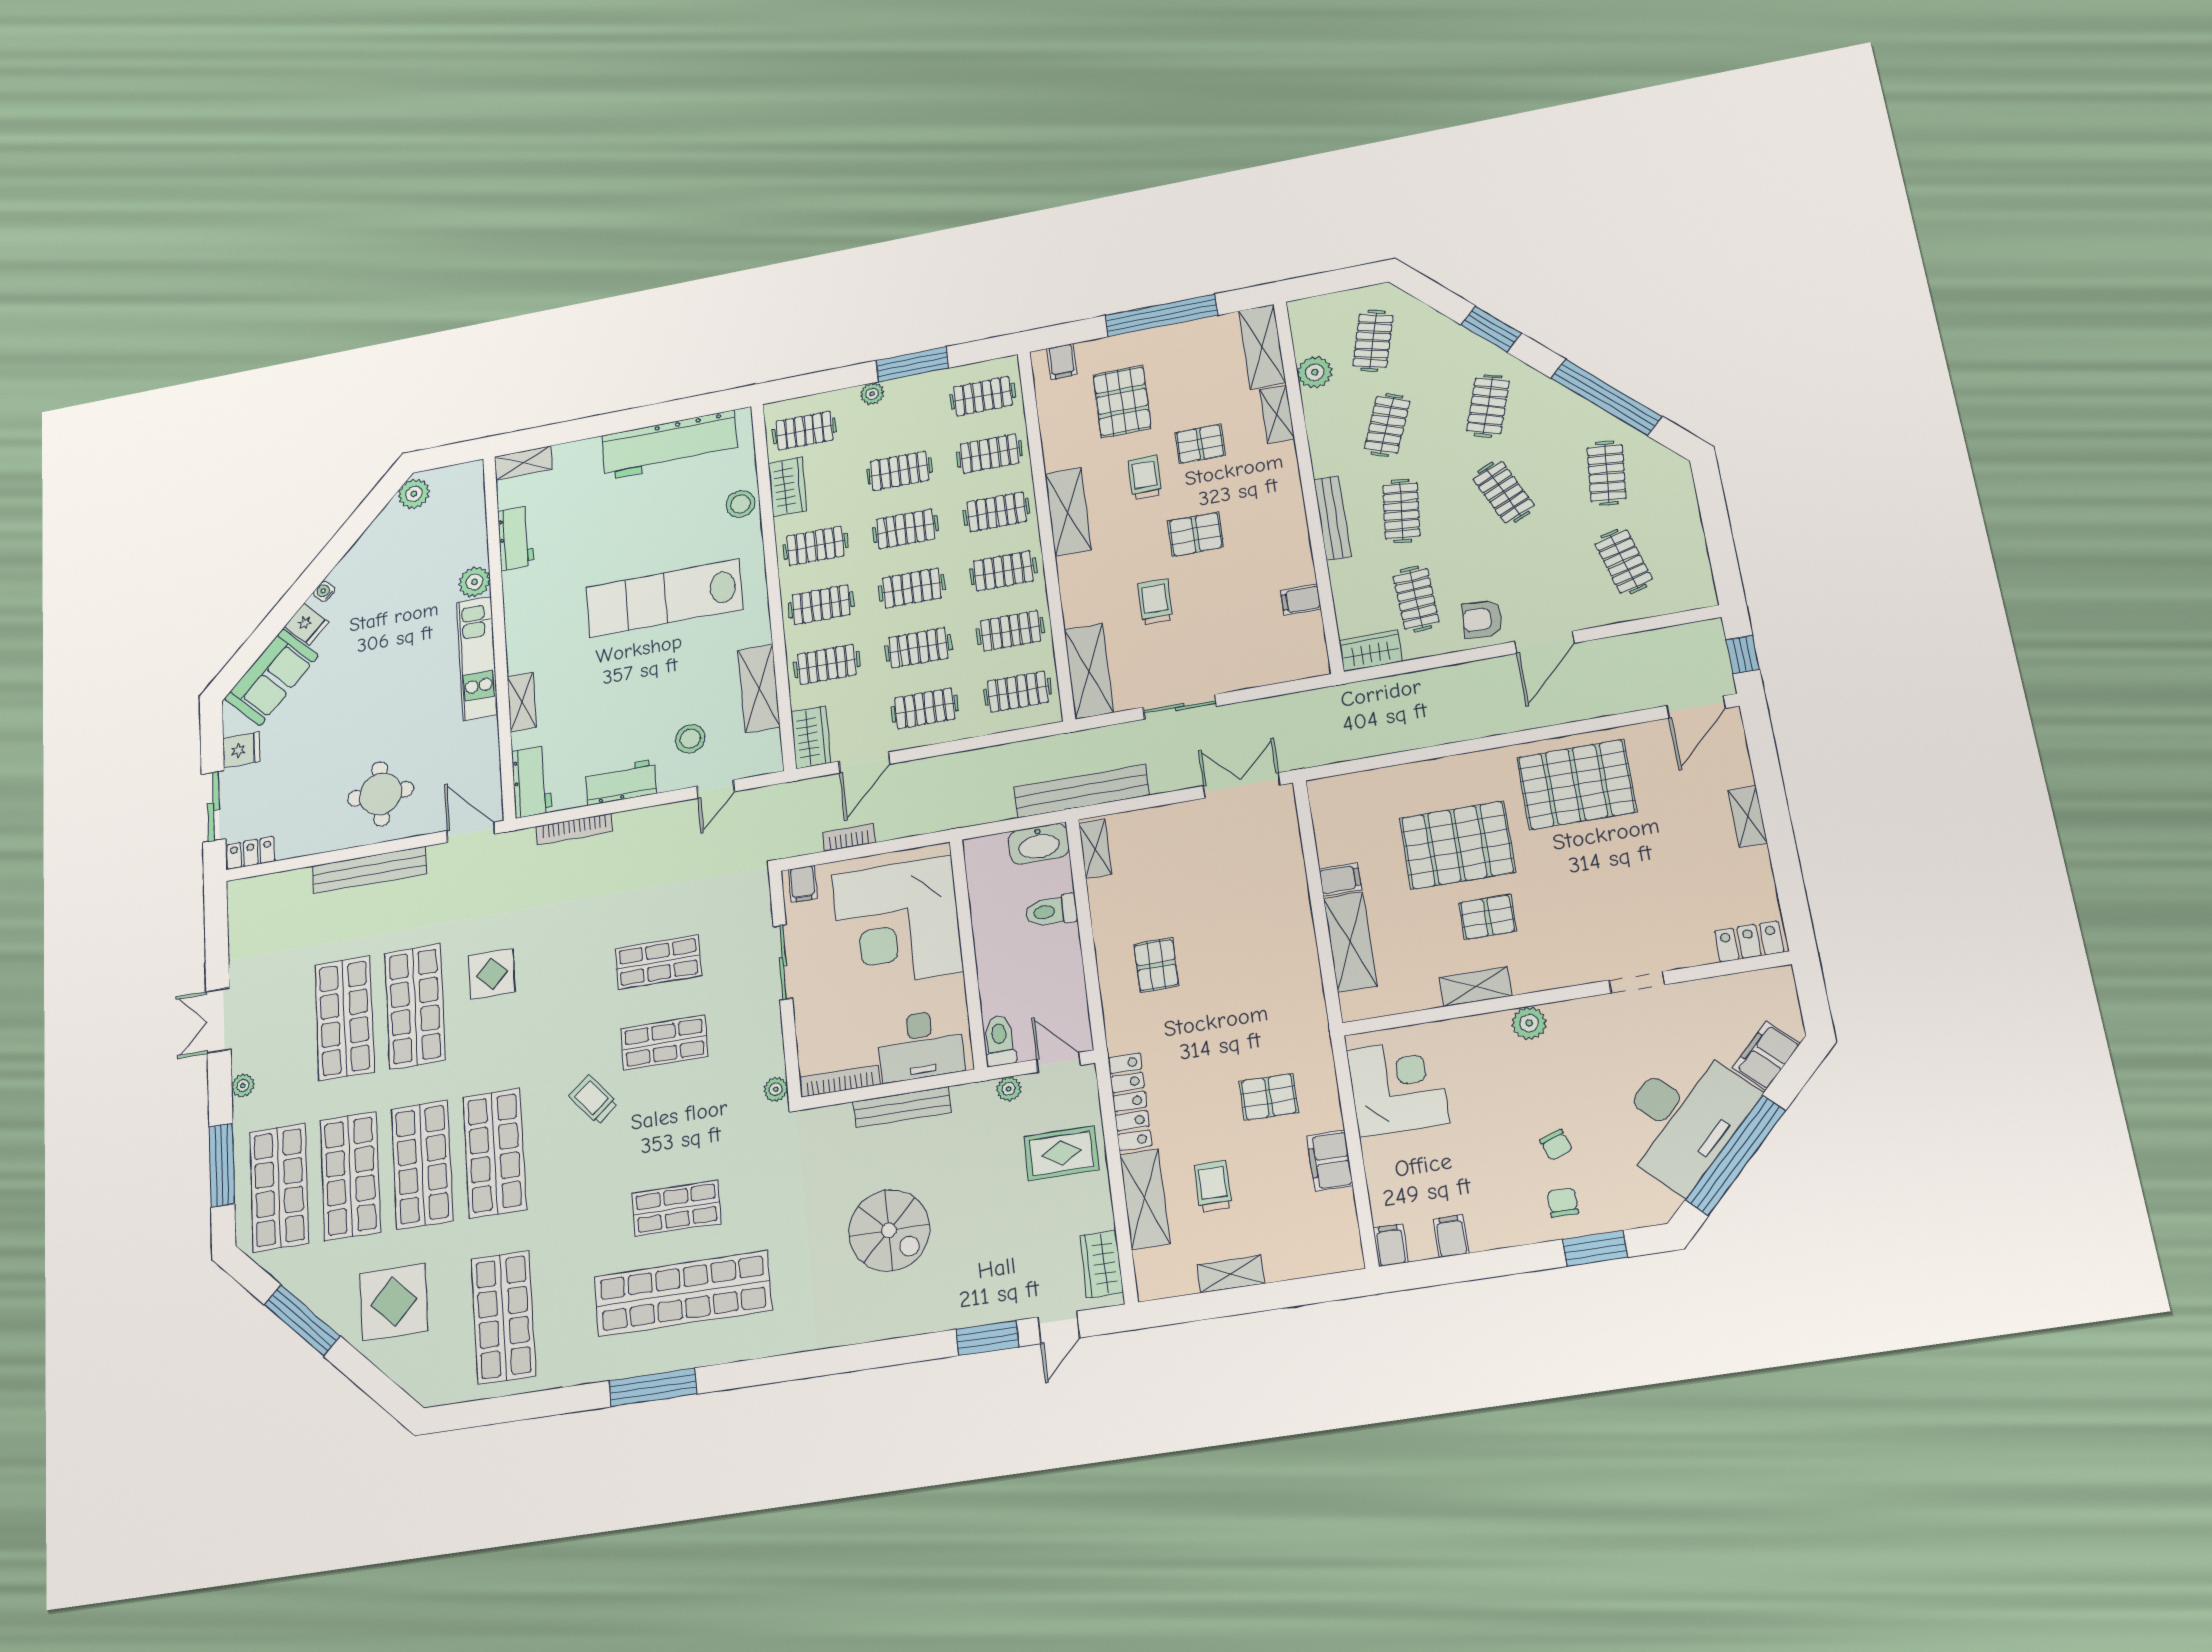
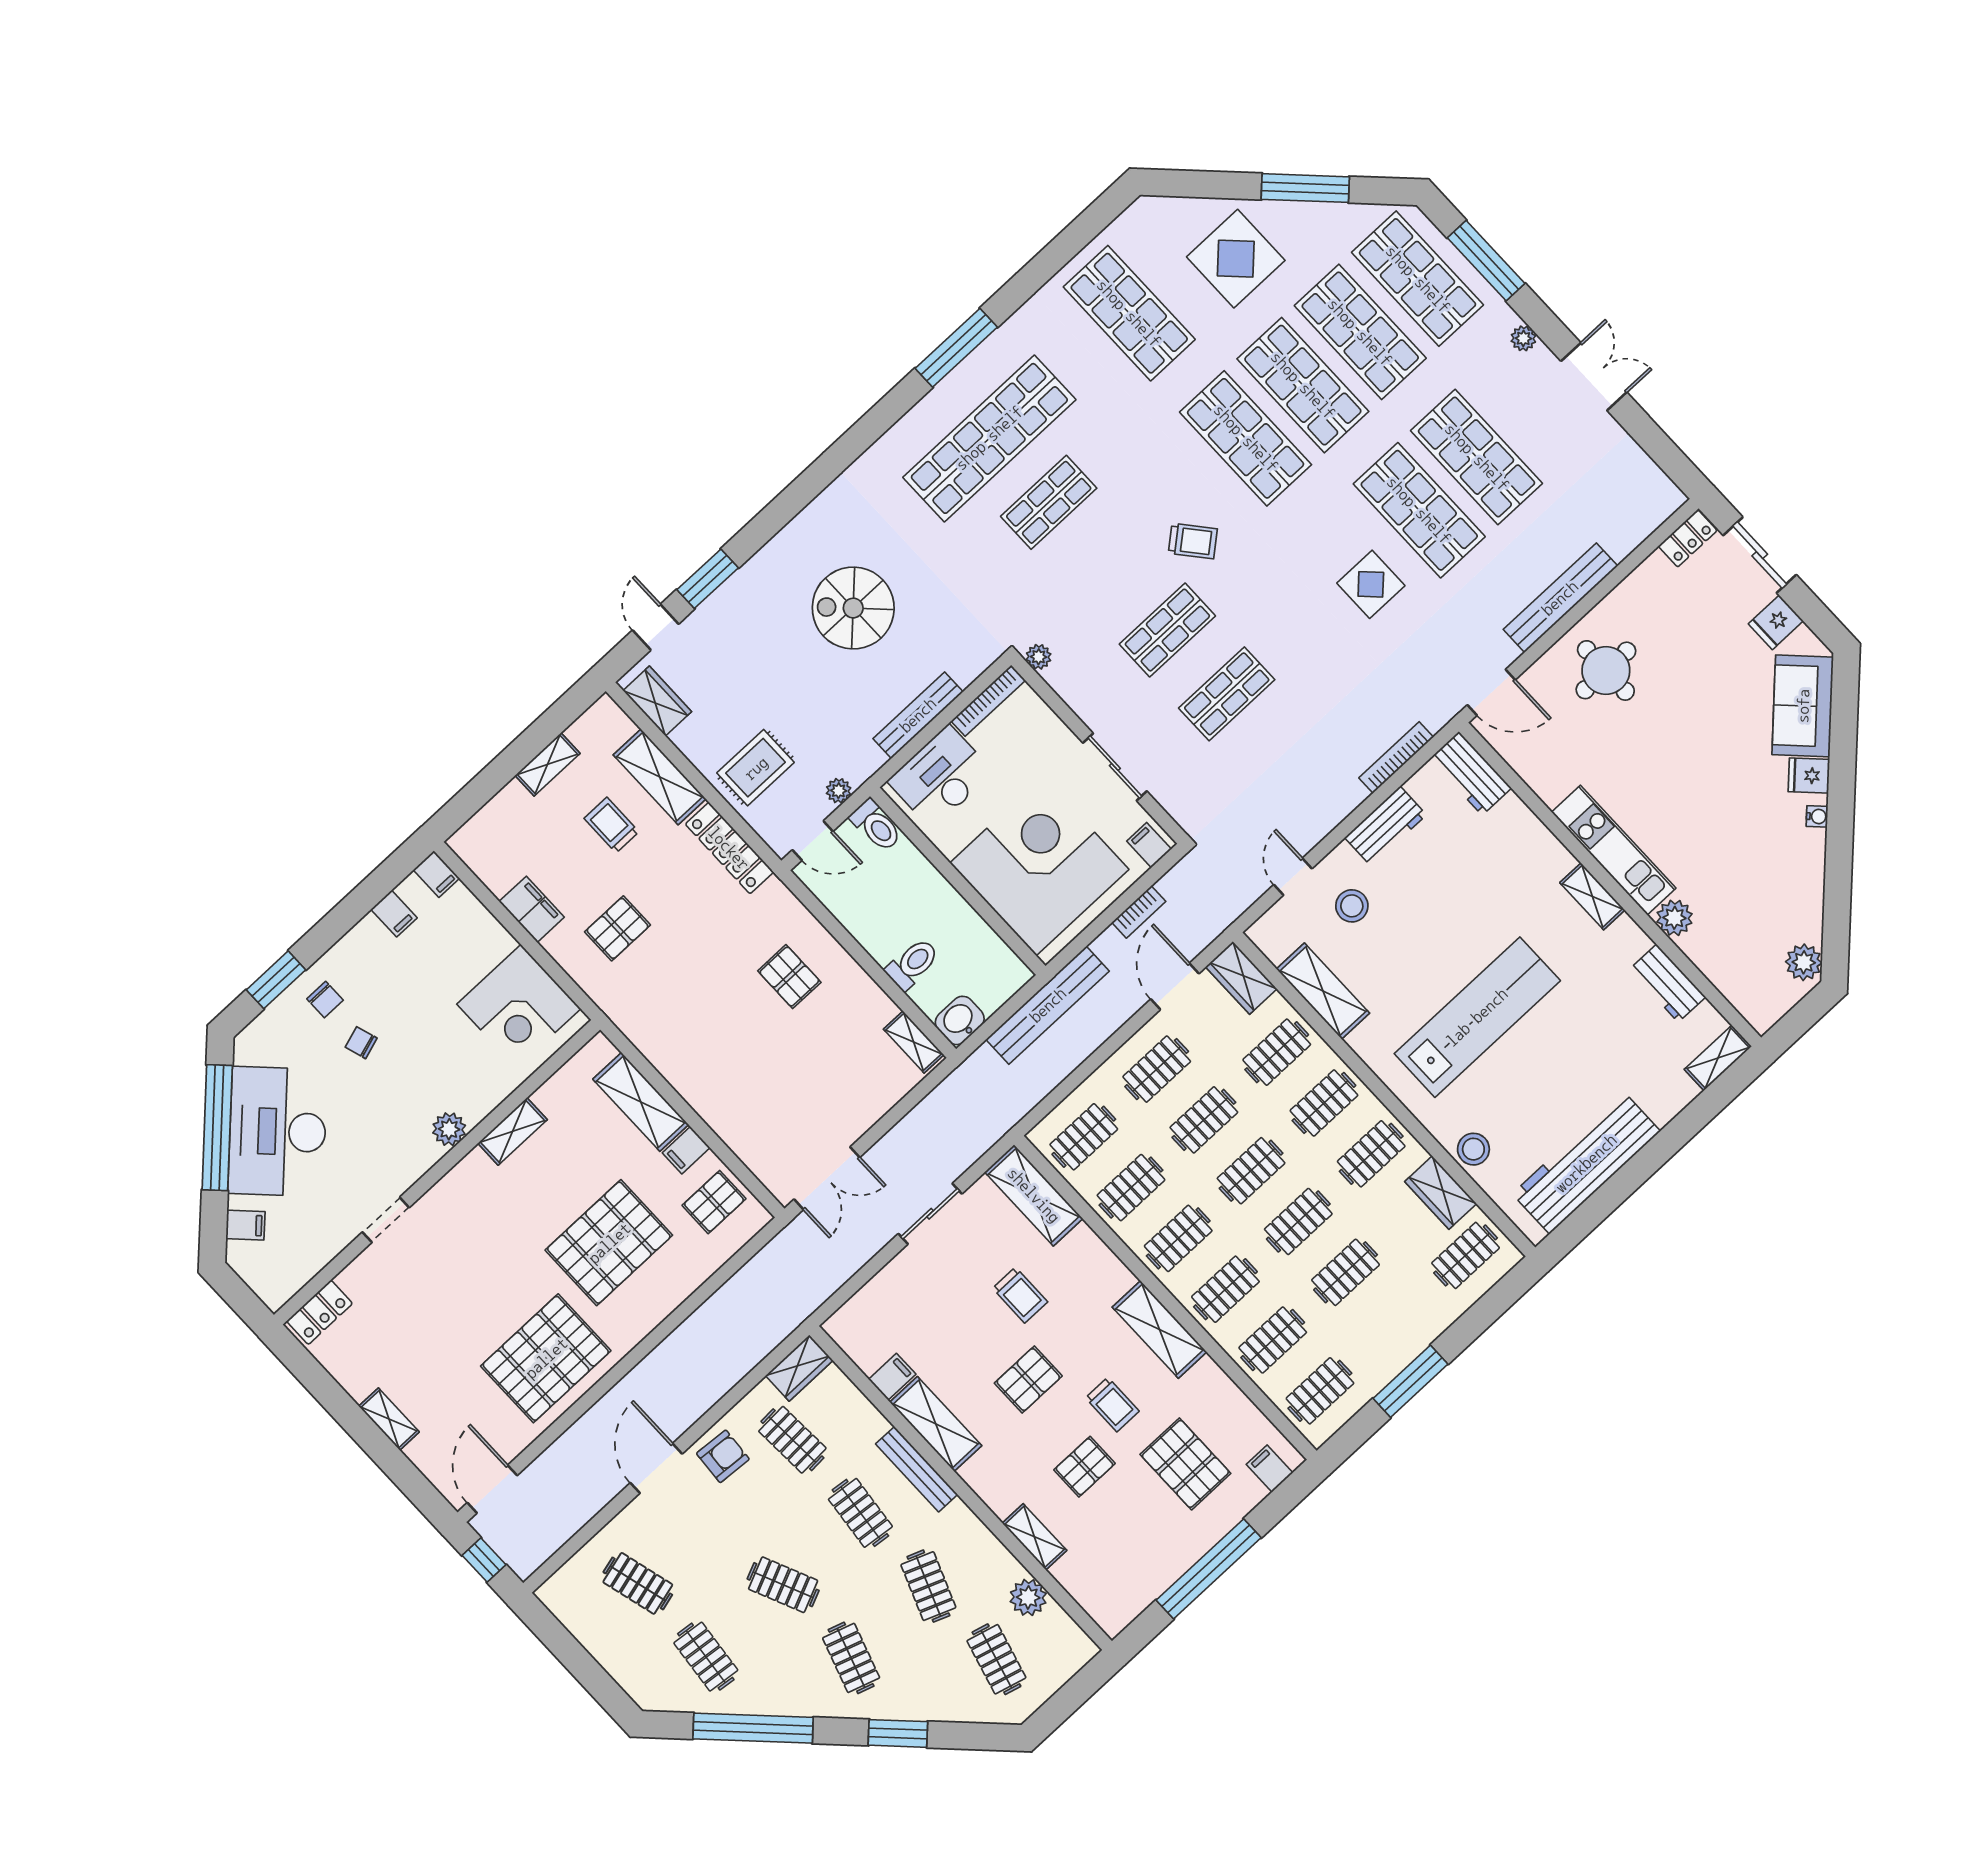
shelving: (1262, 347) -> (936, 1424), moved
plant: (872, 394) -> (1427, 1330), removed
shelving: (522, 702) -> (1592, 896), moved
bench: (1081, 791) -> (1048, 1005), moved
washbasin: (1039, 844) -> (960, 1020), width x0.72
pallet: (1488, 917) -> (714, 1202), moved
filing cabinet: (1766, 1056) -> (245, 1225), width x0.50
trolley: (1213, 1186) -> (611, 825), turned 180

